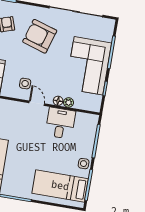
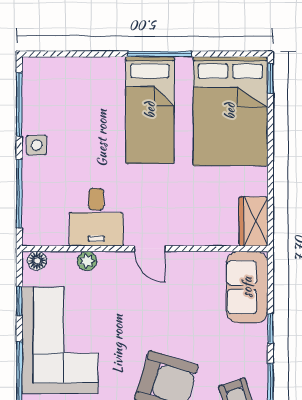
side table: (25, 84) -> (179, 284), removed
floor lamp: (58, 101) -> (37, 261), moved
bed: (60, 186) -> (150, 110), moved, turned 90

